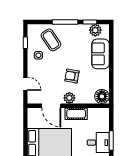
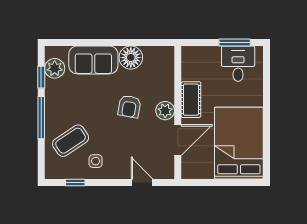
door: (25, 84) -> (142, 182), hinge flipped
floor lamp: (102, 96) -> (131, 58), moved

